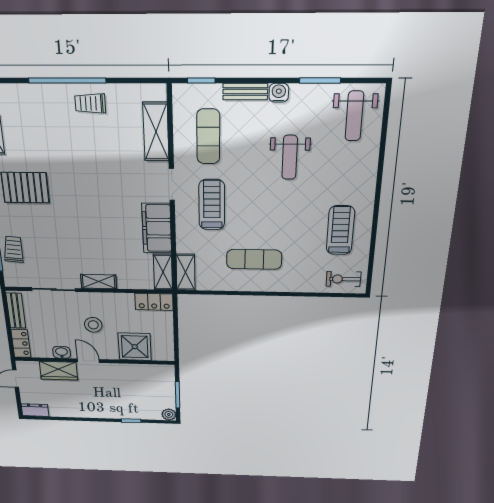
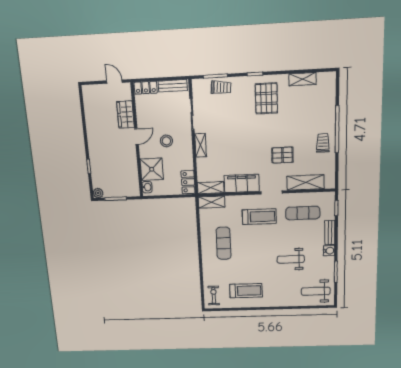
pallet: (111, 167) -> (282, 155), added
washbasin: (62, 352) -> (147, 187), moved
dresser: (35, 410) -> (88, 95), removed

